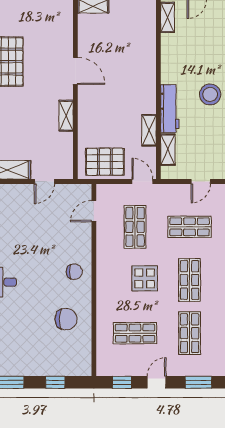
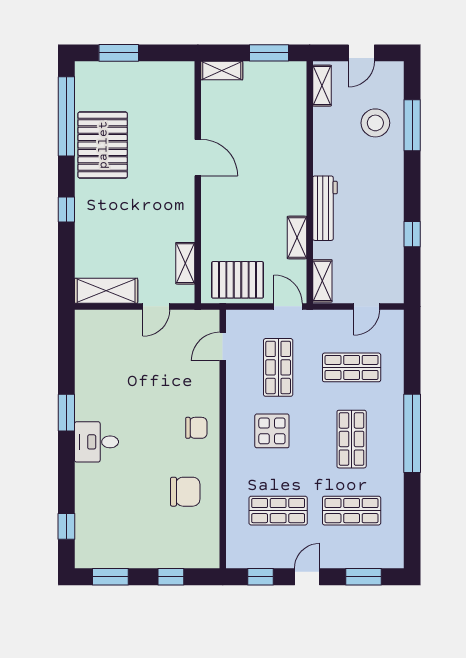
stool: (210, 94) -> (375, 123), moved
shelving: (66, 116) -> (185, 263), moved
shelving: (168, 150) -> (322, 281), moved
display table: (145, 278) -> (272, 431), moved
shop shelf: (190, 333) -> (352, 511), turned 90

